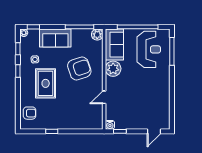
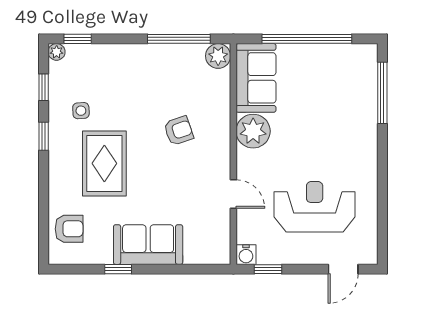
sofa: (55, 38) -> (148, 245), moved, turned 180
reception desk: (149, 49) -> (315, 207), moved, turned -90
armchair: (79, 68) -> (179, 131), width x0.53, depth x0.53
door: (104, 97) -> (233, 194), swing flipped

